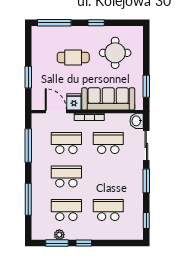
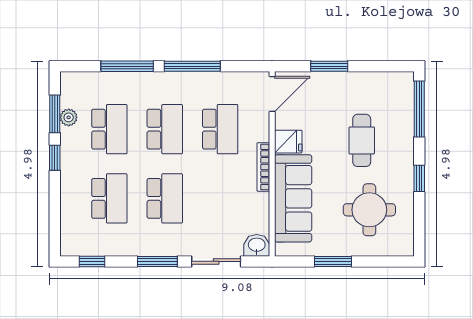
window: (146, 86) -> (333, 261), moved
door: (56, 112) -> (272, 94), moved
school desk: (108, 143) -> (165, 198), moved
window: (28, 146) -> (192, 66), moved

